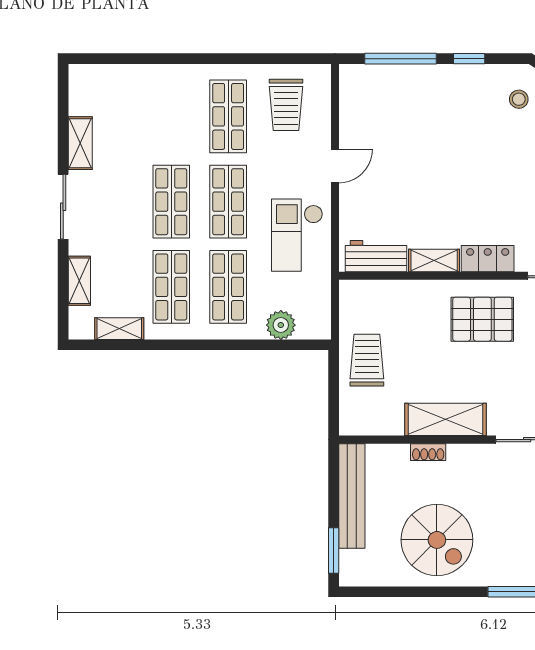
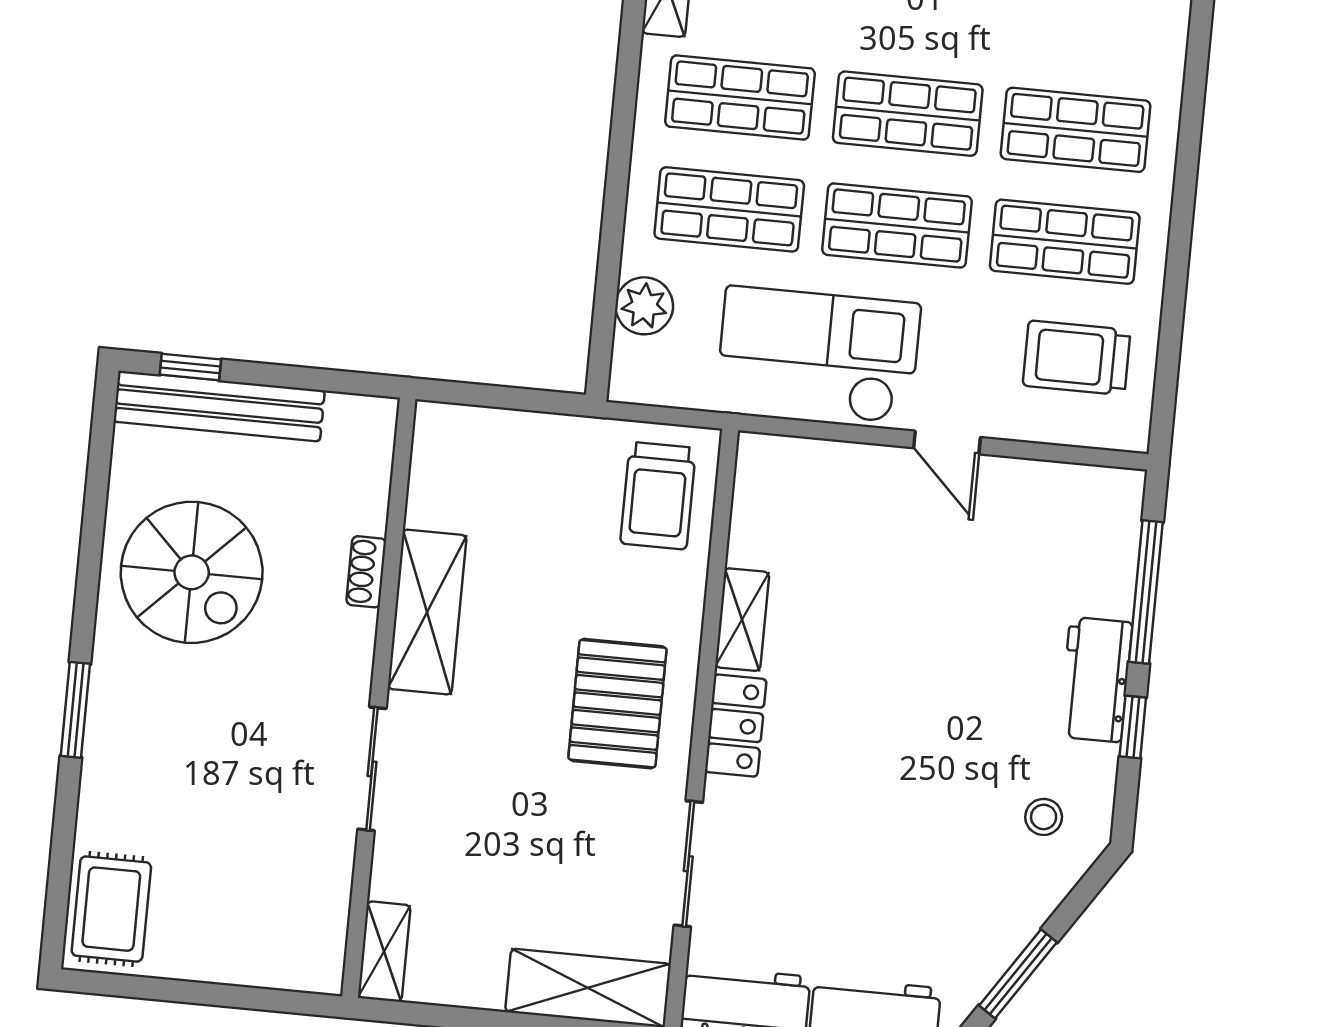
shop shelf: (171, 116) -> (1076, 130), added
checkout: (297, 235) -> (818, 355), width x1.36, depth x1.21
workbench: (376, 256) -> (1096, 680), moved, turned 180
trolley: (367, 360) -> (658, 496), moved, turned 90
bench: (352, 496) -> (219, 406), moved
spiral stairs: (437, 540) -> (192, 572), turned -90
window: (334, 551) -> (190, 367), width x0.67

